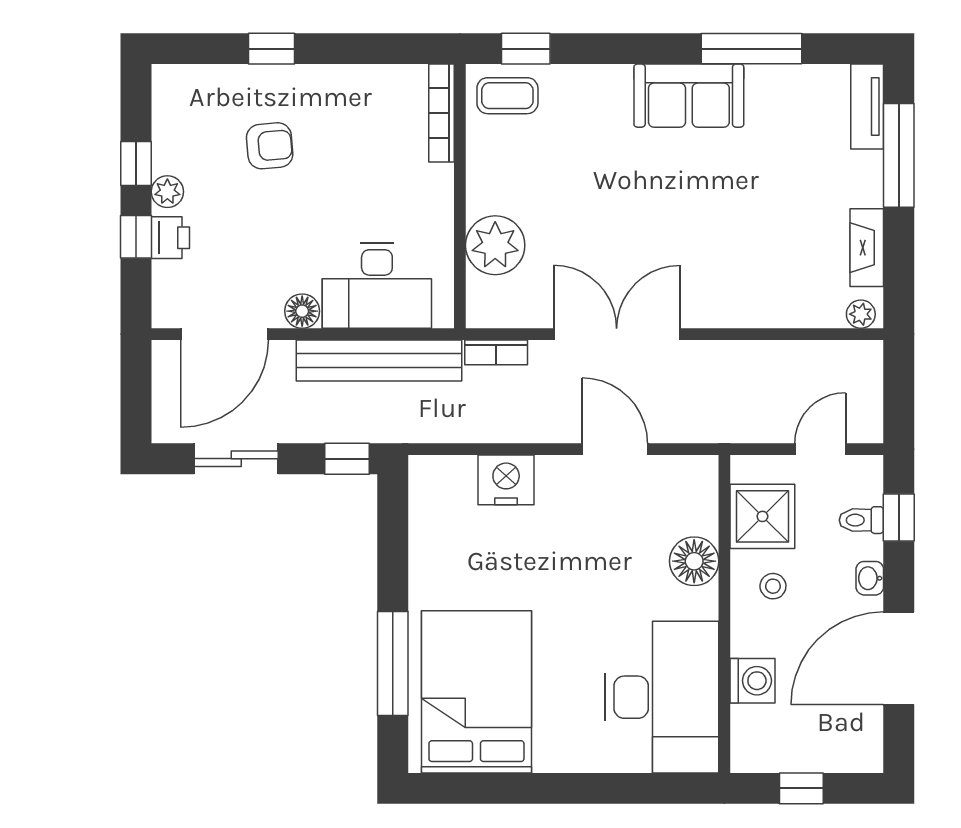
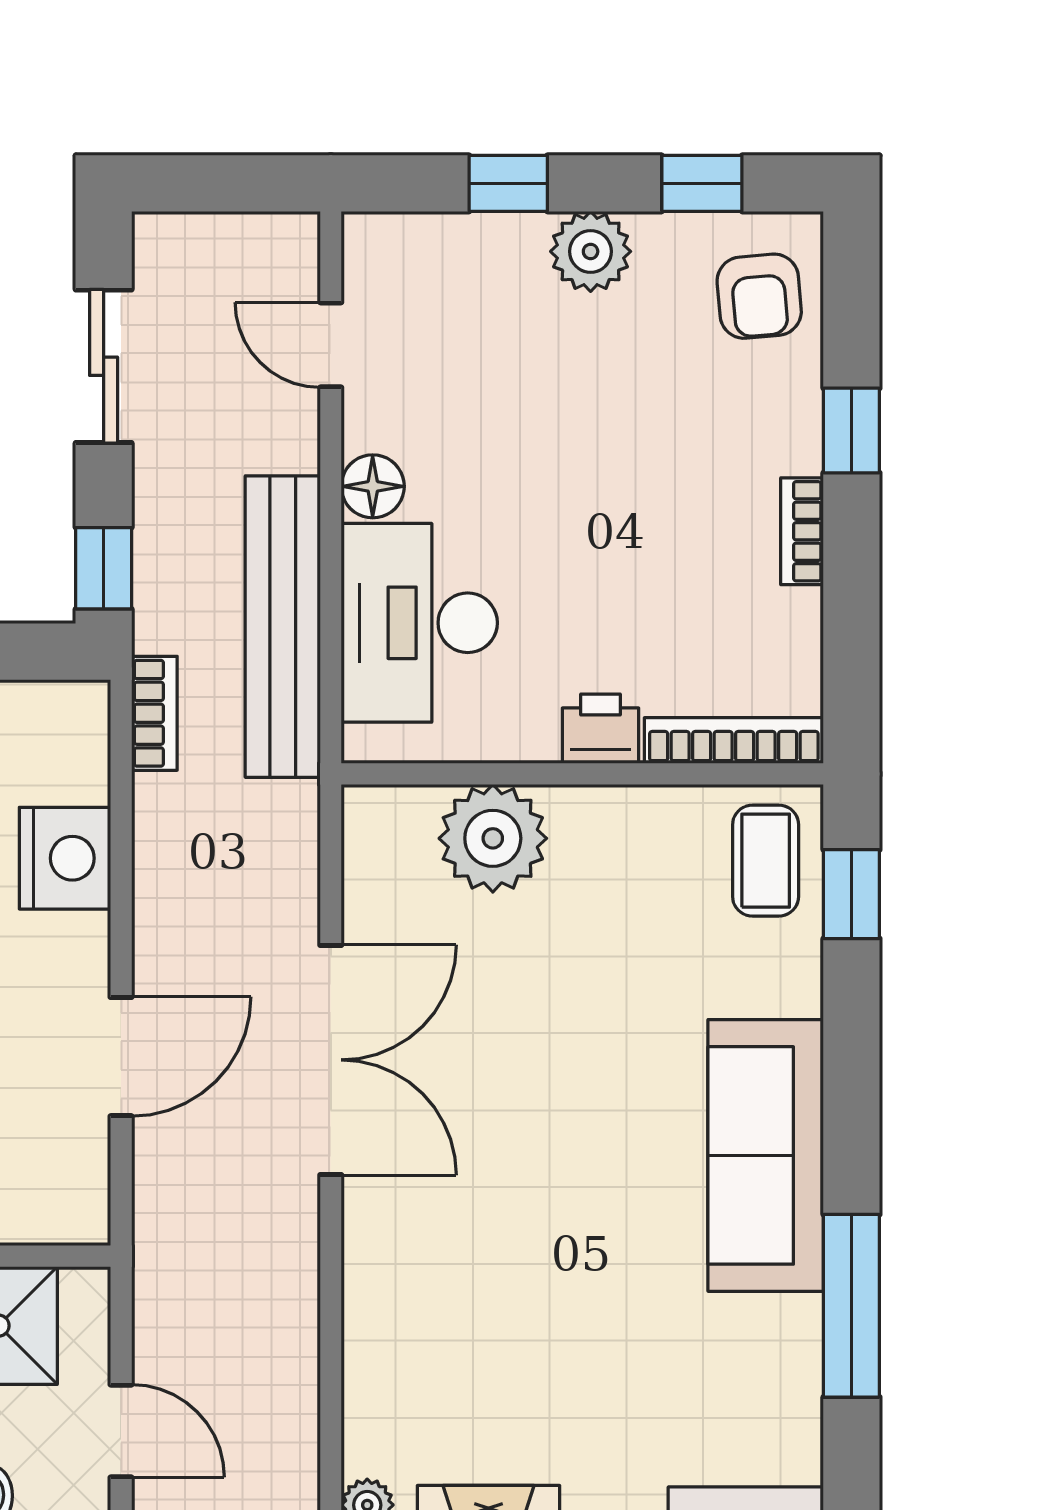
bookcase: (327, 76) -> (802, 531), added
sofa: (689, 96) -> (766, 1155), width x1.36
armchair: (270, 146) -> (759, 296), moved
window: (136, 163) -> (702, 183), moved
plant: (167, 192) -> (591, 251), width x1.38, depth x1.38
printer: (170, 238) -> (601, 729), moved, turned 180
door: (225, 334) -> (331, 345), width x0.53
bookcase: (496, 352) -> (154, 713), moved, turned 180

